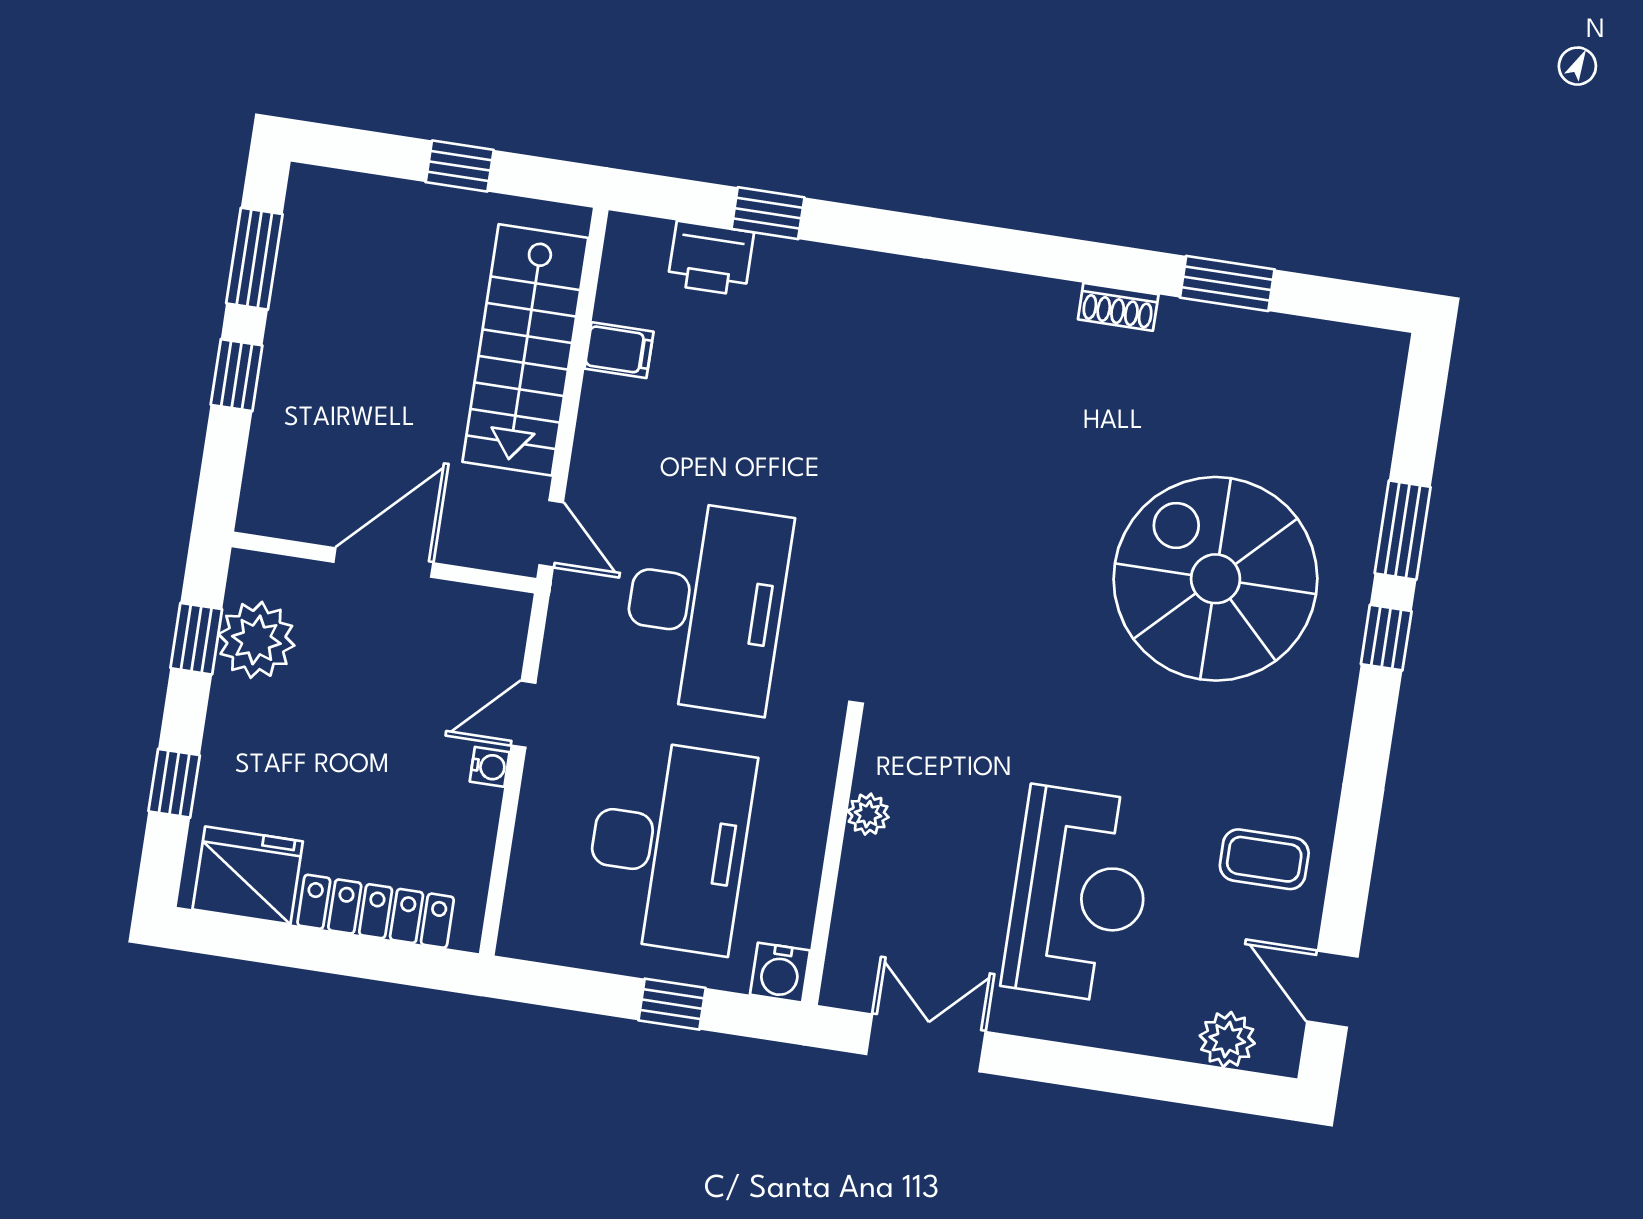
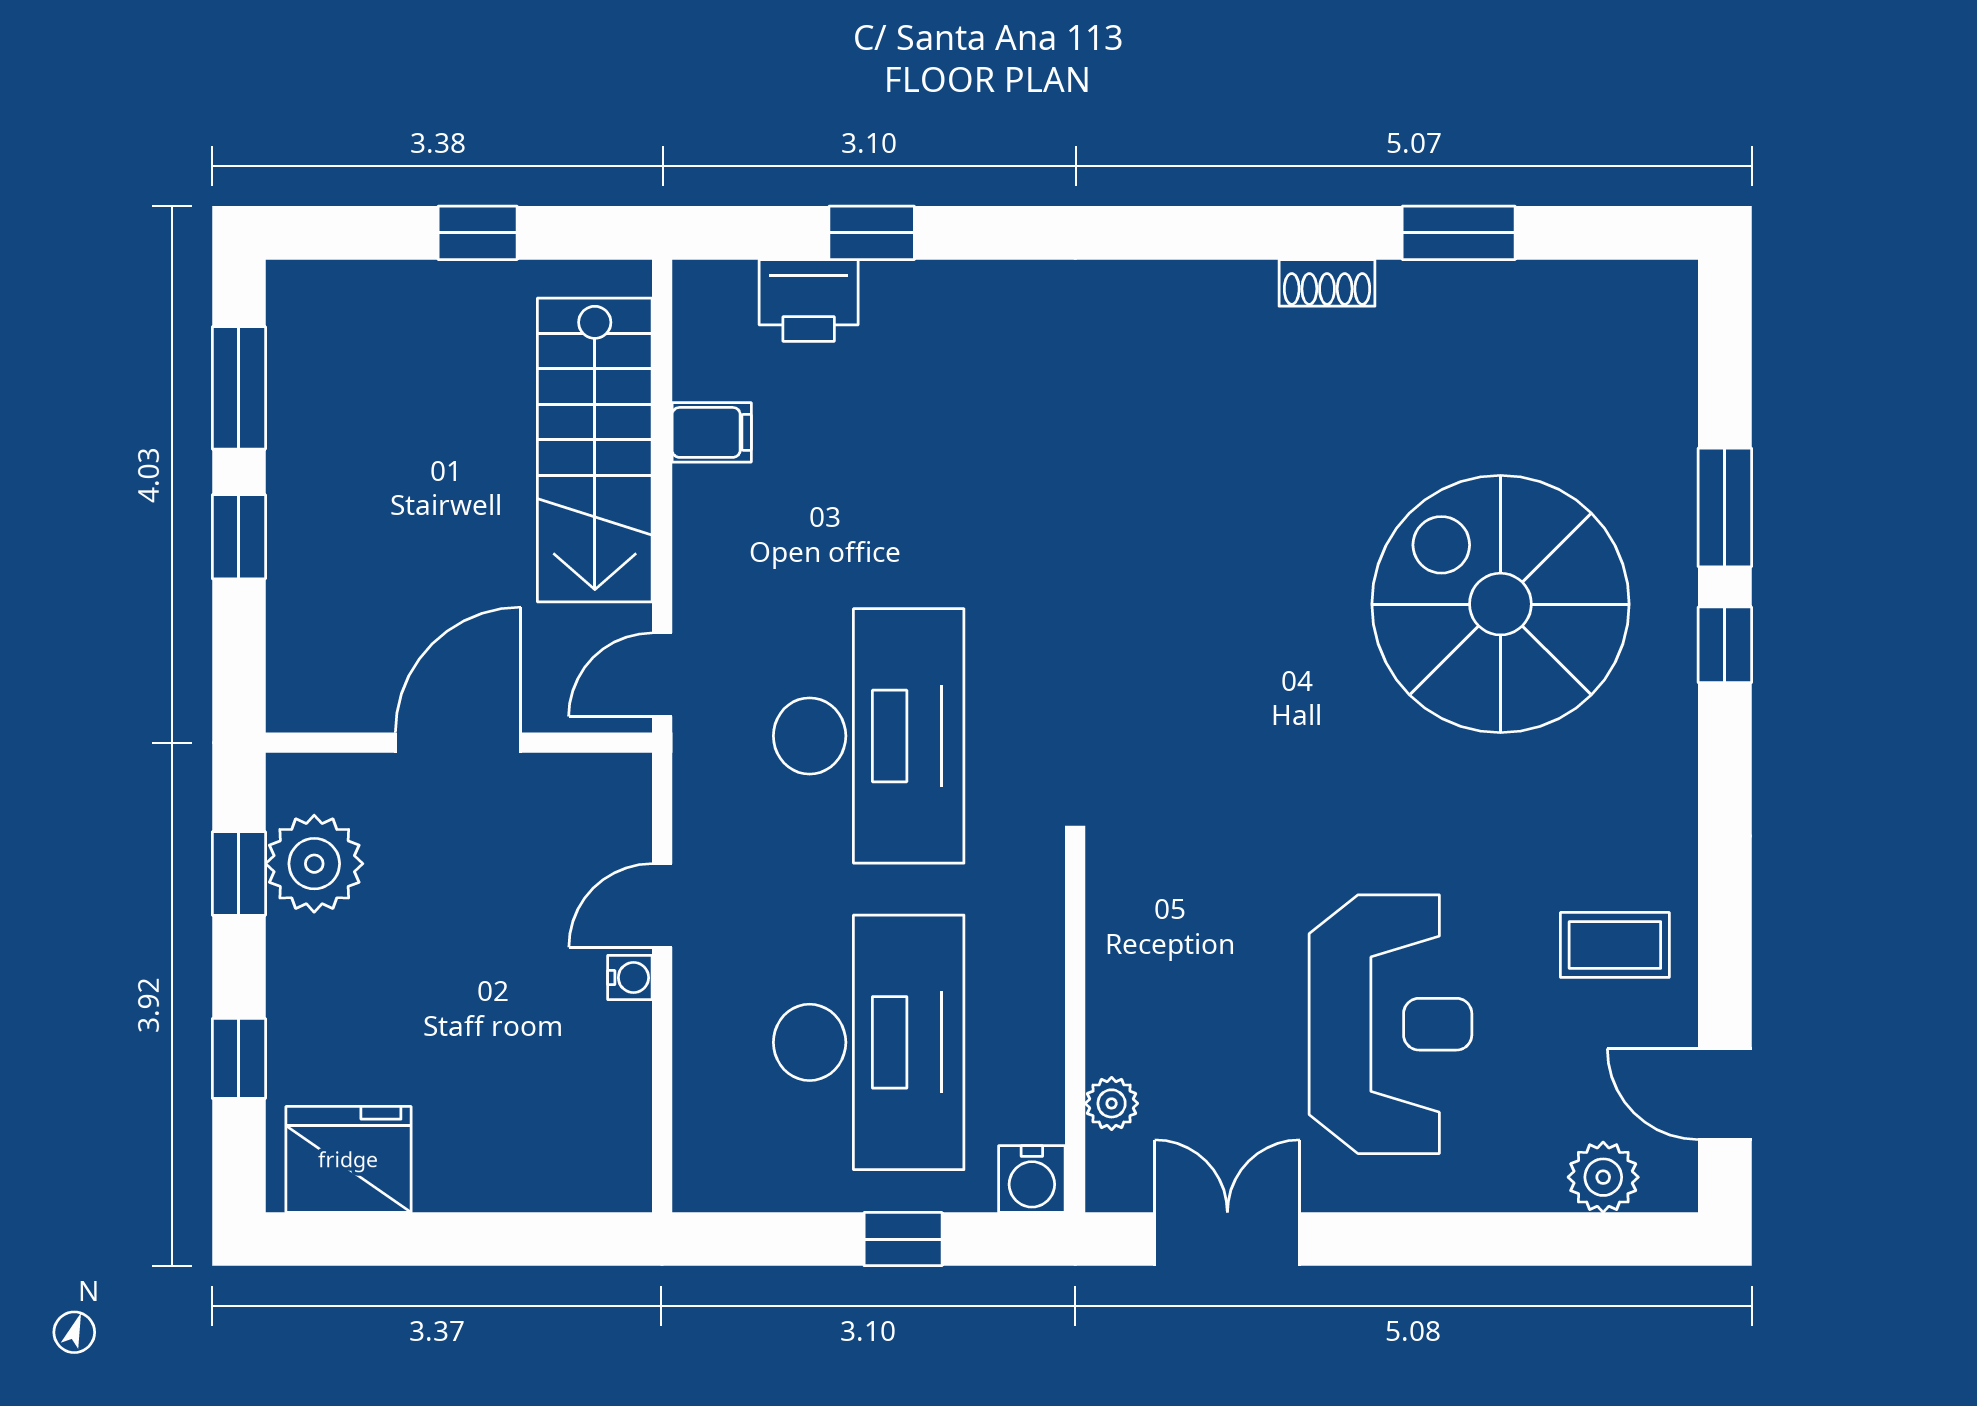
door: (551, 534) -> (662, 675), swing flipped
plant: (868, 814) -> (1112, 1103), moved
locker: (376, 911) -> (515, 1180), removed

